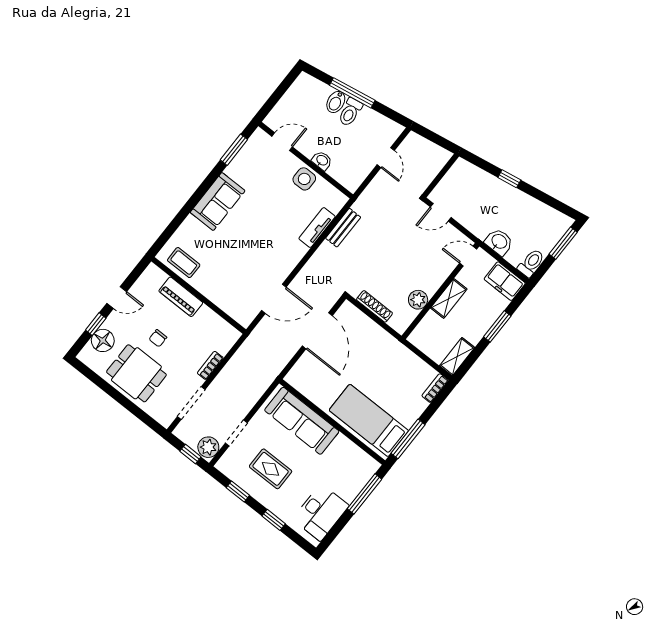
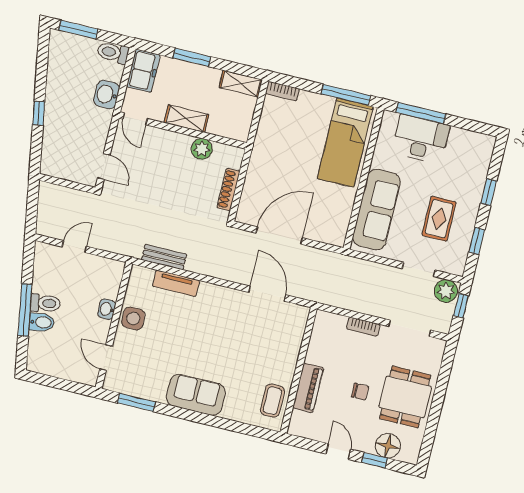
desk: (321, 512) -> (421, 139), moved

